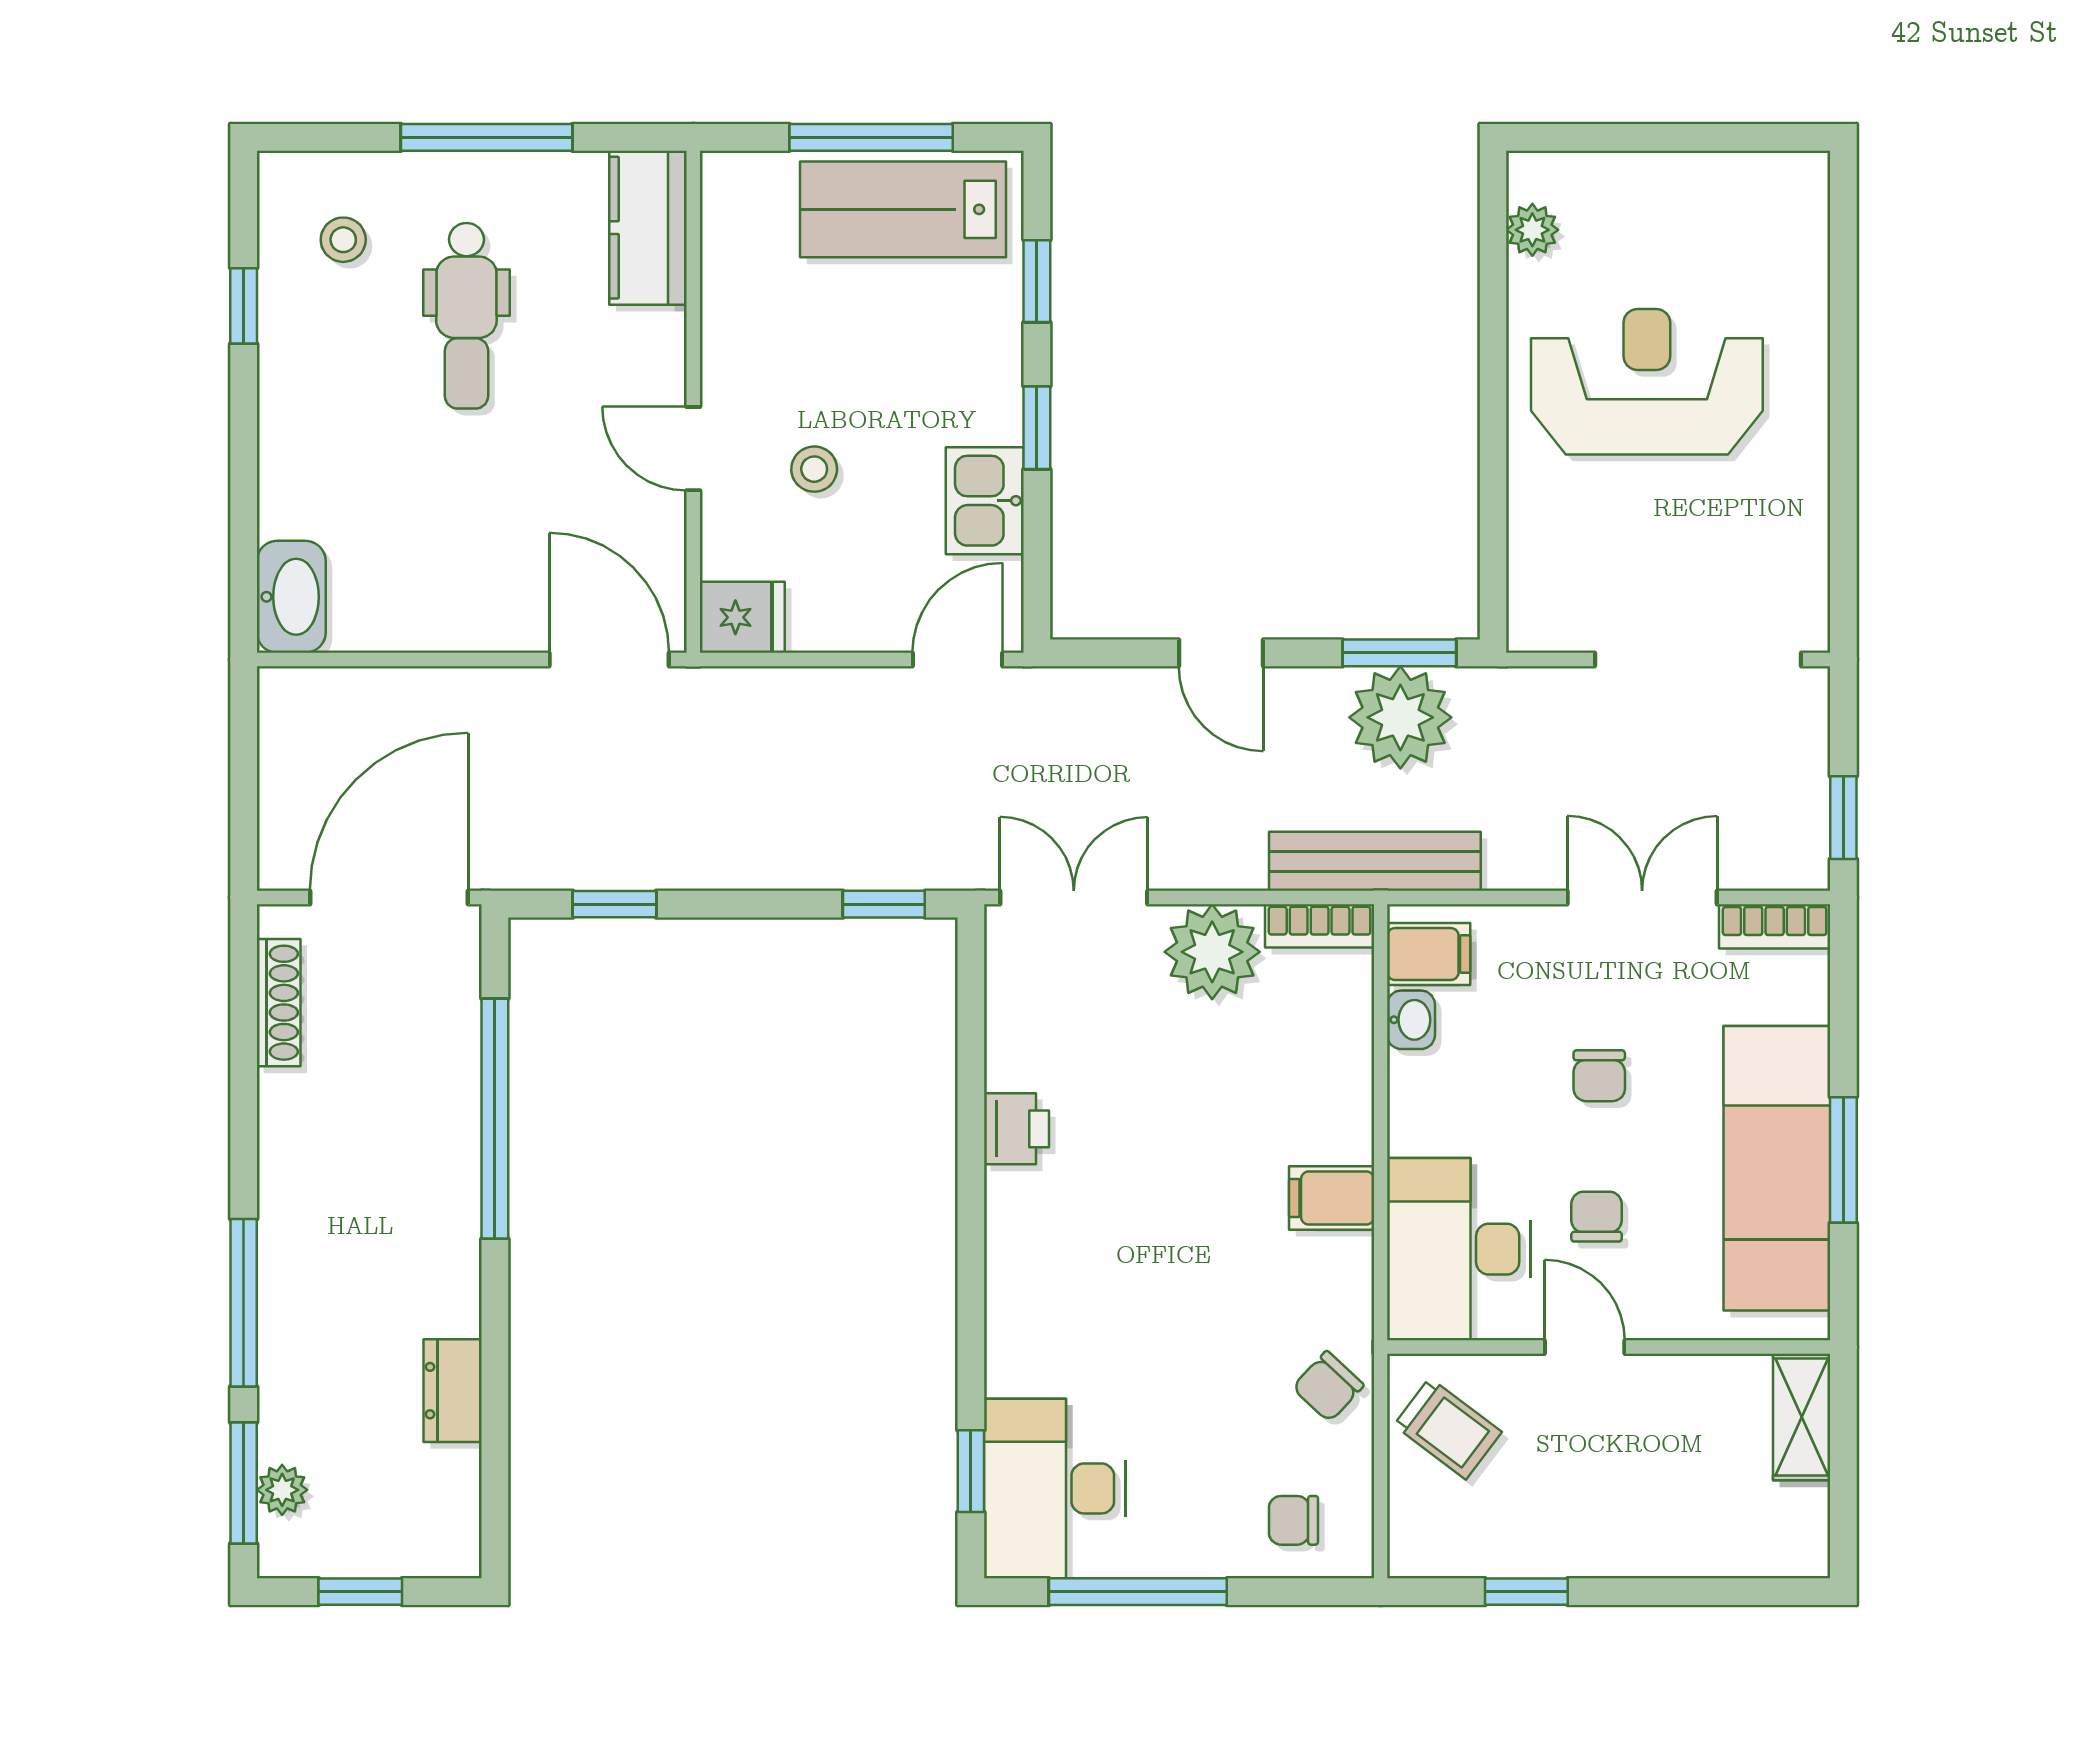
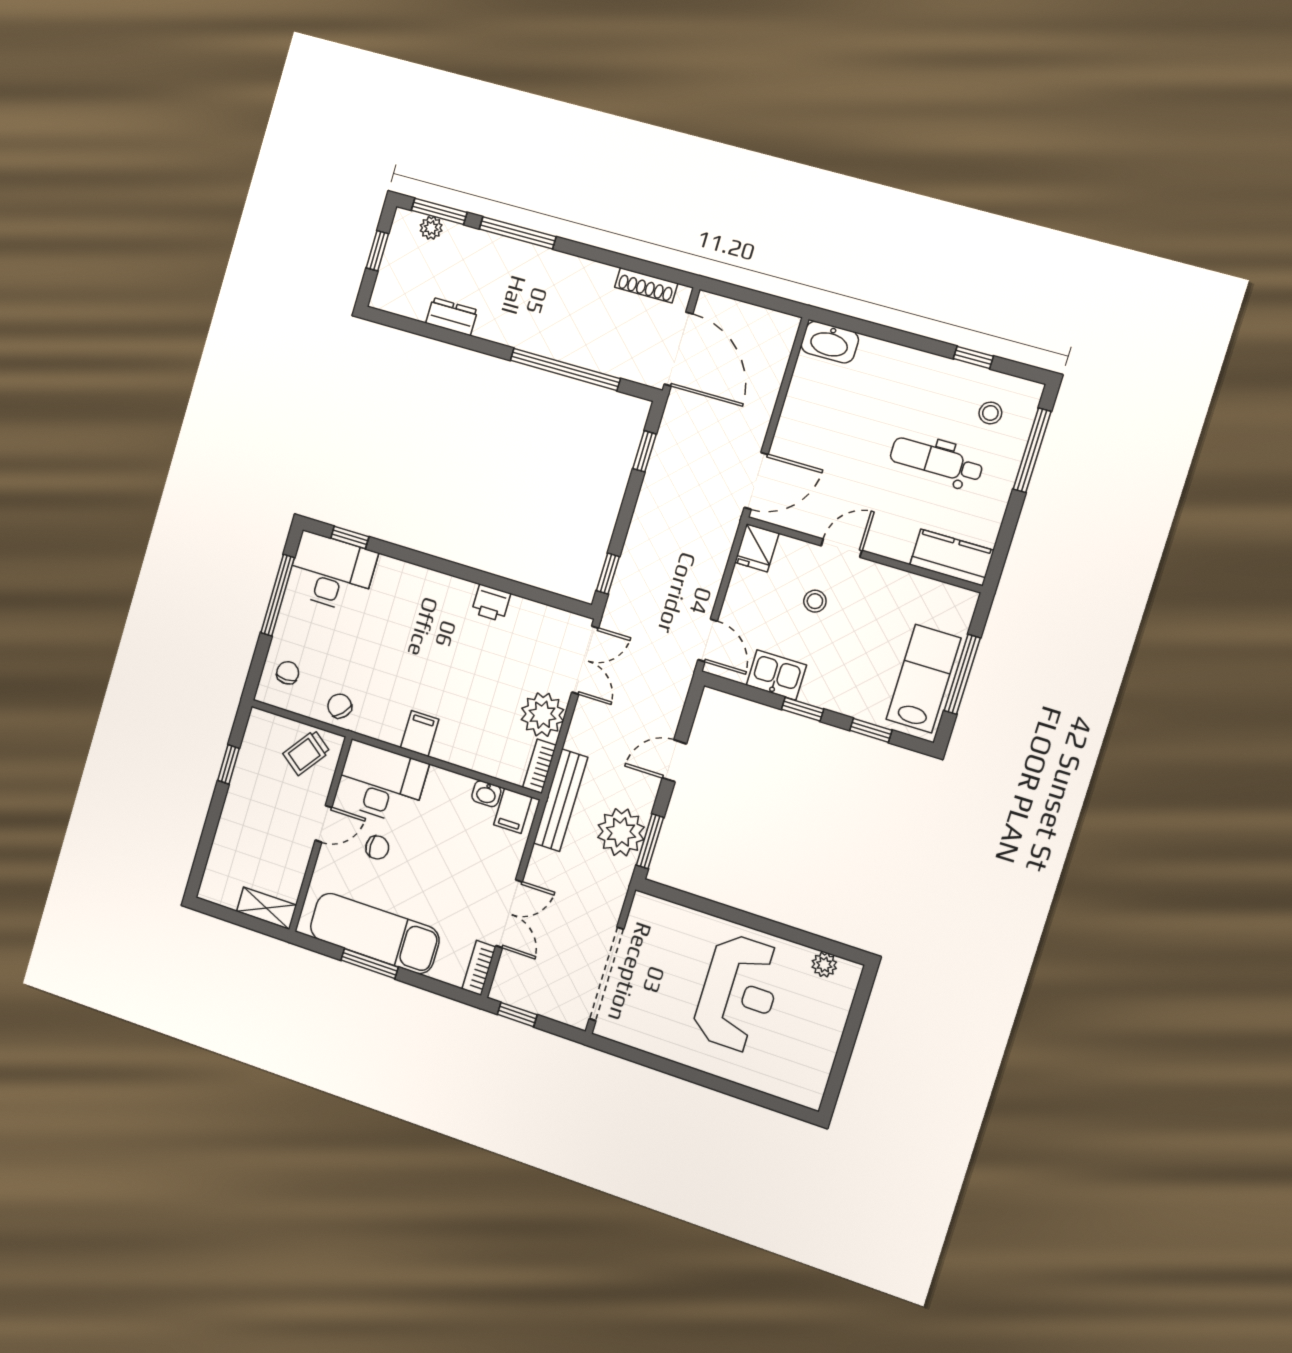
window: (487, 137) -> (1032, 450), moved
chair: (1599, 1076) -> (437, 869), removed

